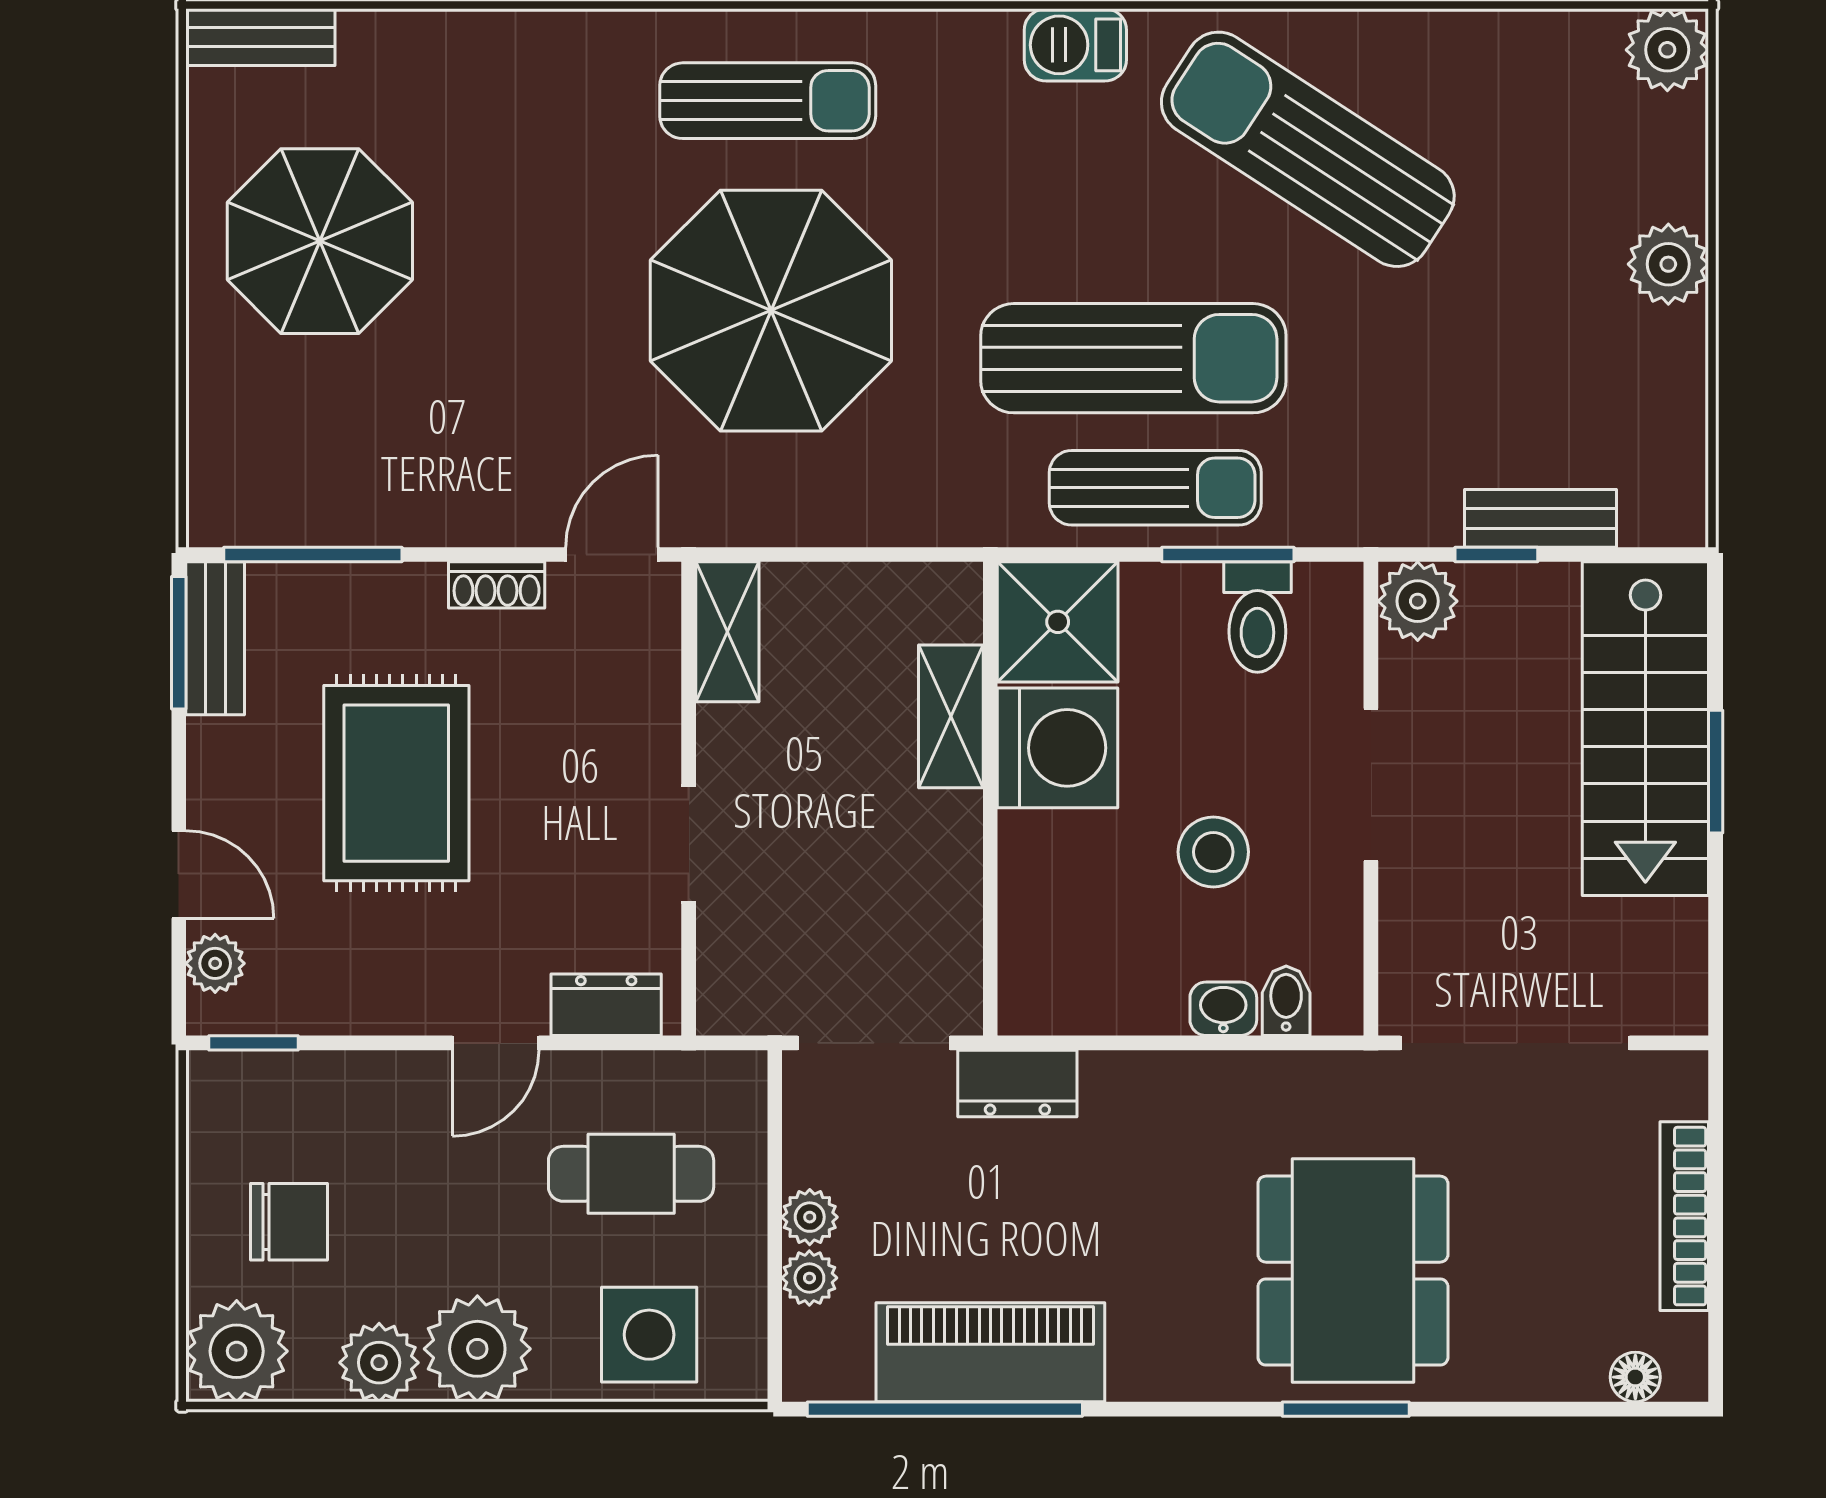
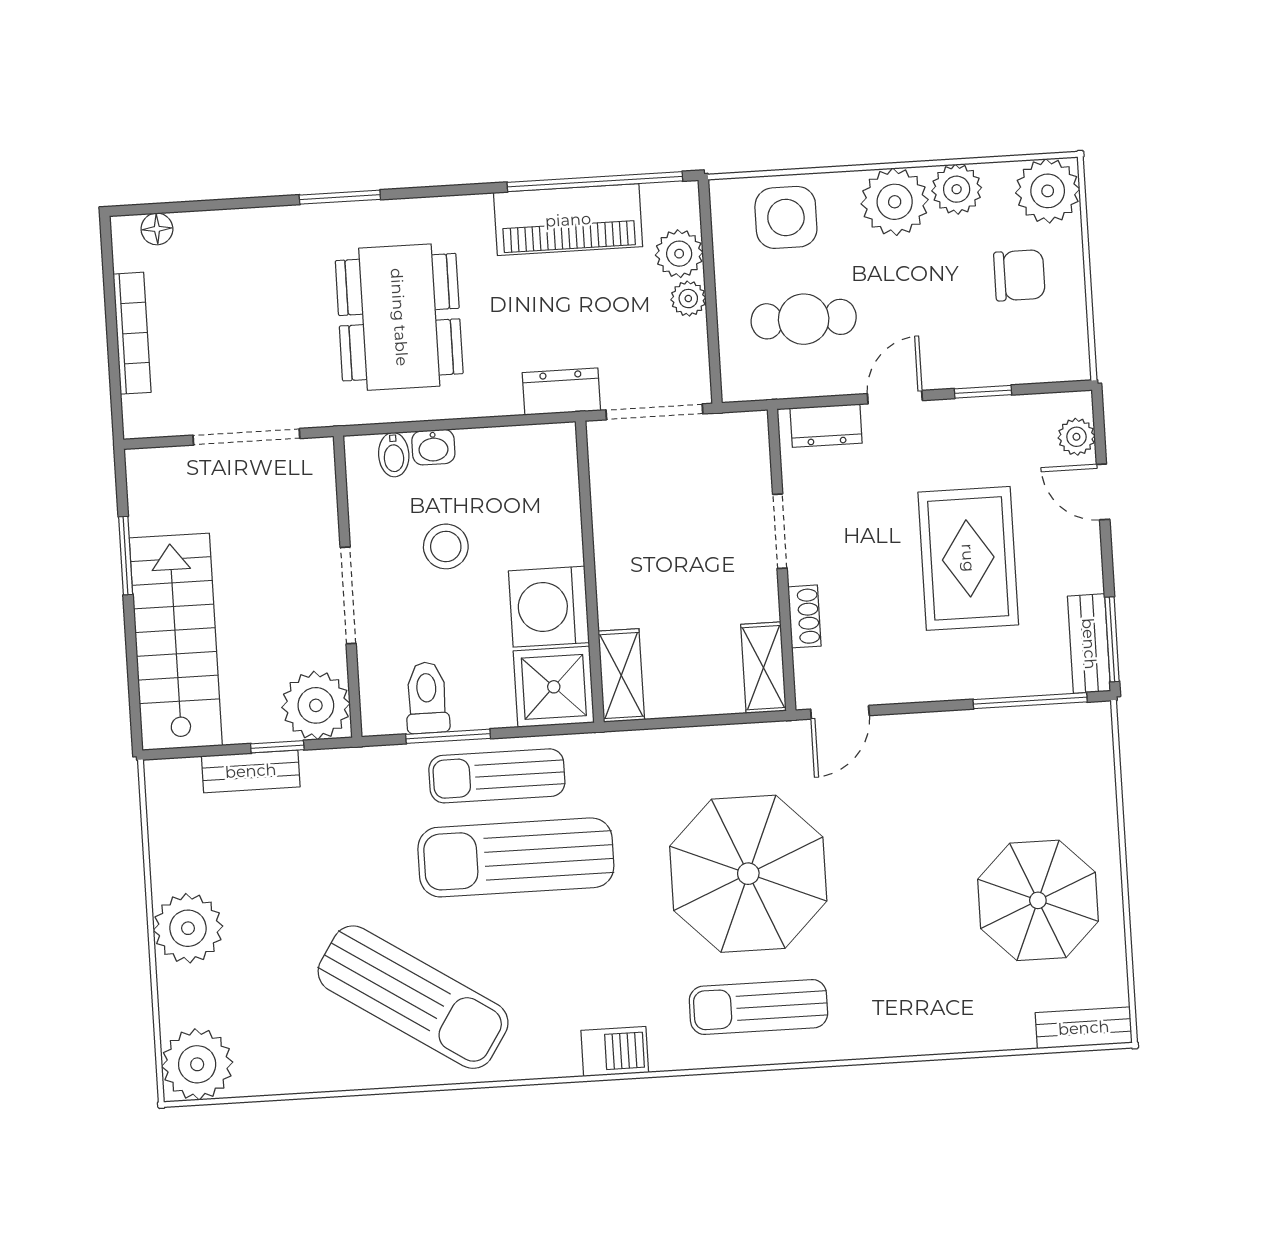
barbecue: (1075, 45) -> (615, 1051), moved
plant: (1667, 50) -> (197, 1064), width x1.36, depth x1.36
plant: (1668, 264) -> (188, 928), width x1.36, depth x1.36
shoe rack: (497, 585) -> (805, 616), moved, turned 90
plant: (1418, 601) -> (316, 705), width x1.36, depth x1.36
shelving: (951, 716) -> (621, 675), moved
window: (1716, 772) -> (126, 556), moved
window: (253, 1043) -> (983, 392), moved
doorway: (1515, 1043) -> (246, 437), width x0.73
chair: (289, 1222) -> (1019, 275), turned 180
dining table: (1353, 1271) -> (399, 317), moved
plant: (809, 1278) -> (679, 254), width x1.38, depth x1.38

